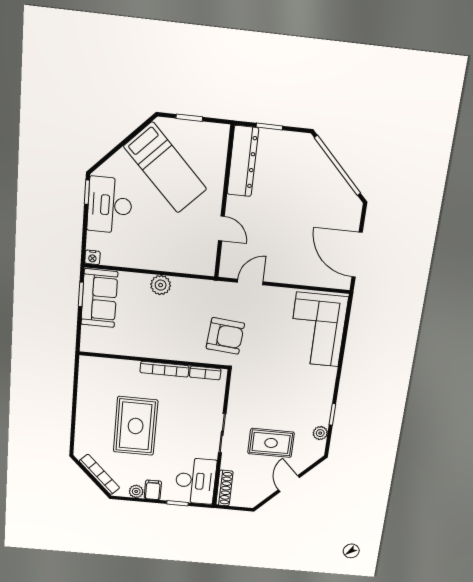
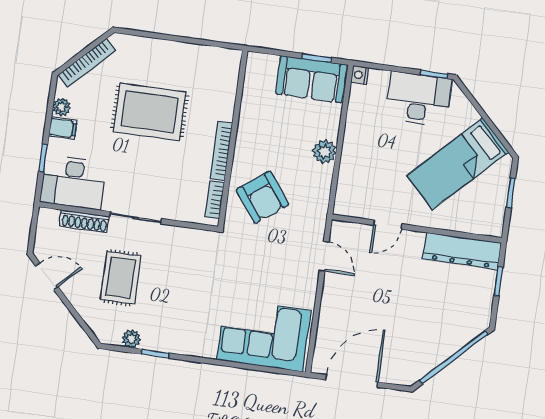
armchair: (225, 336) -> (262, 197), moved, turned -42
door: (289, 484) -> (47, 276), moved
shoe rack: (224, 488) -> (84, 221), moved

